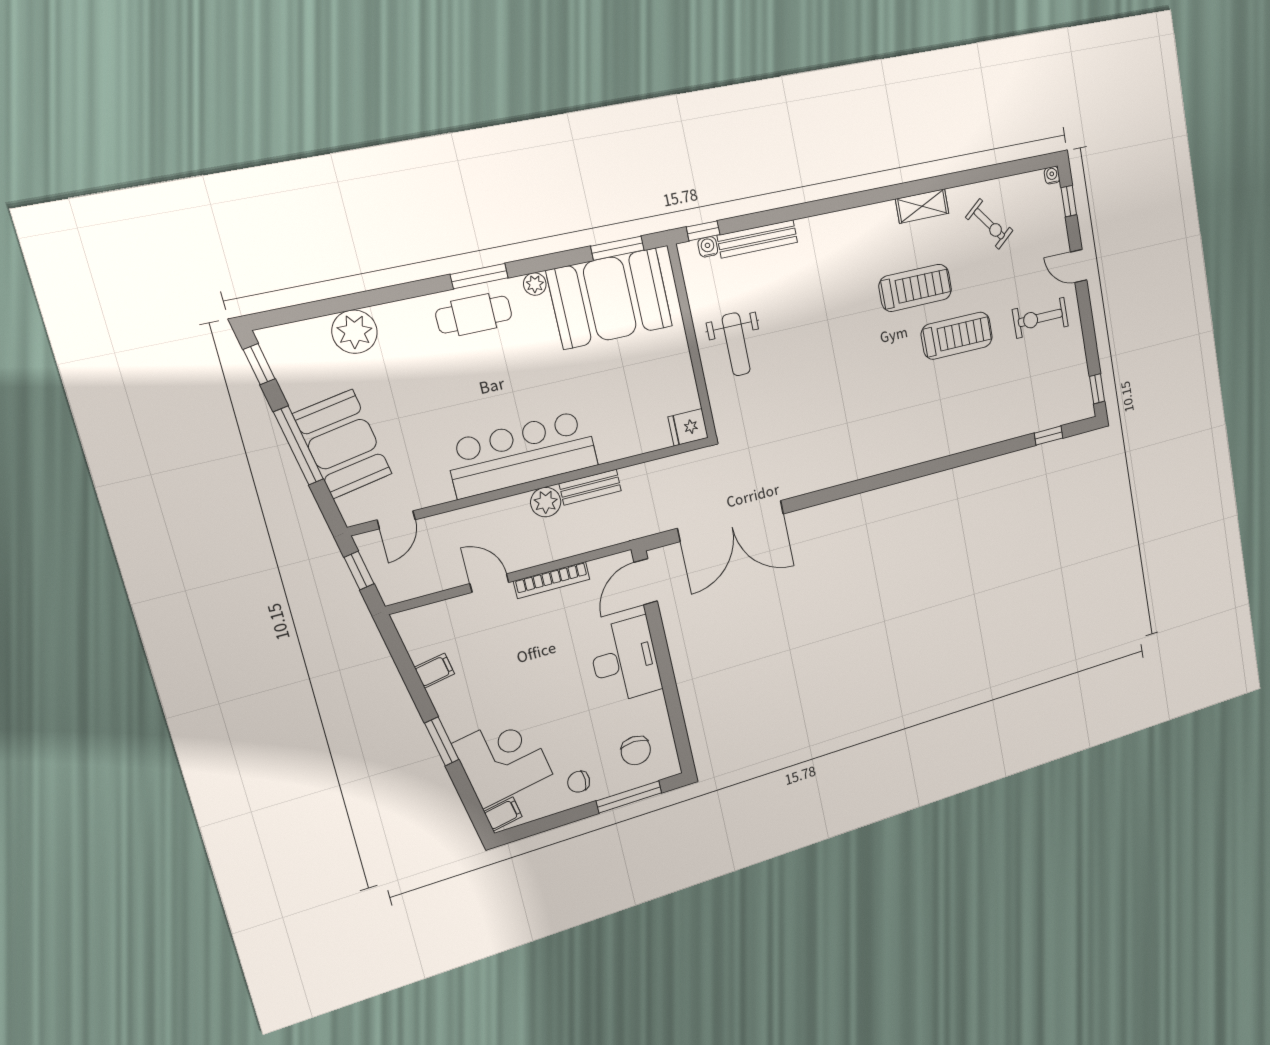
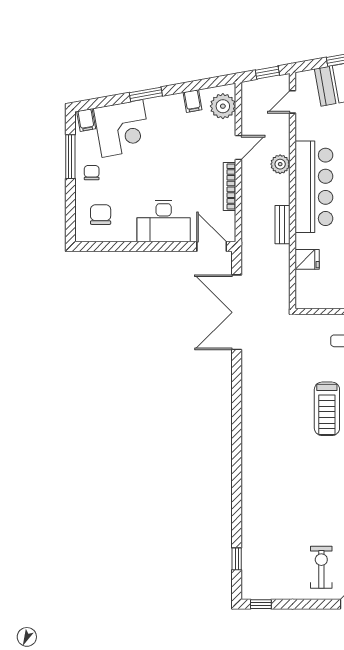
treadmill: (957, 336) -> (327, 409), moved
fridge: (688, 427) -> (307, 259), moved, turned 90
plant: (546, 502) -> (280, 164), moved
door: (396, 520) -> (293, 102), hinge flipped
plant: (431, 623) -> (223, 106), added
chair: (636, 750) -> (101, 215), turned 90
window: (629, 797) -> (70, 157), moved

